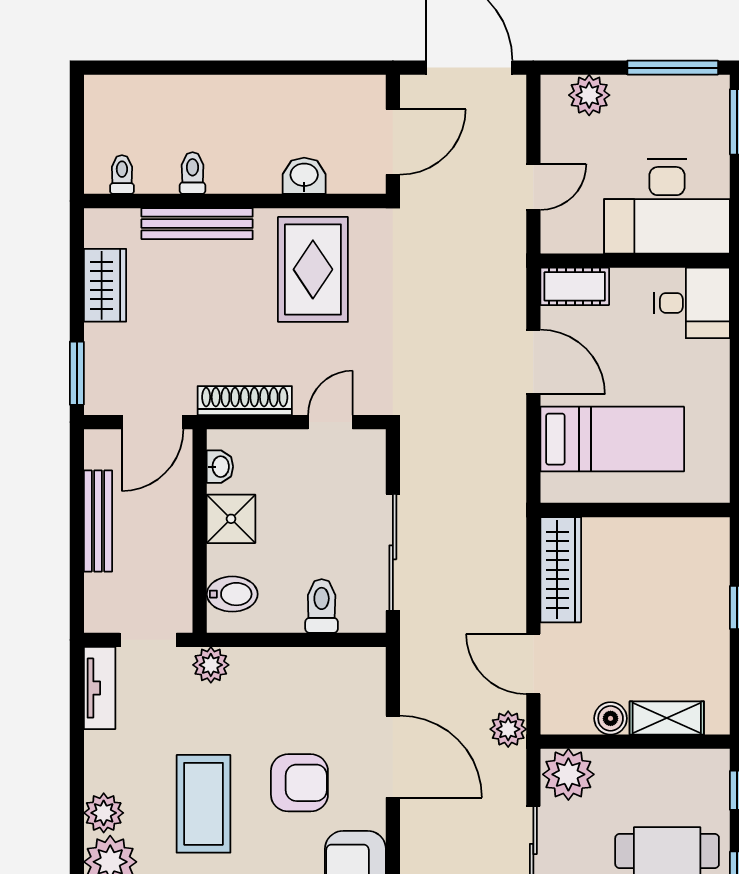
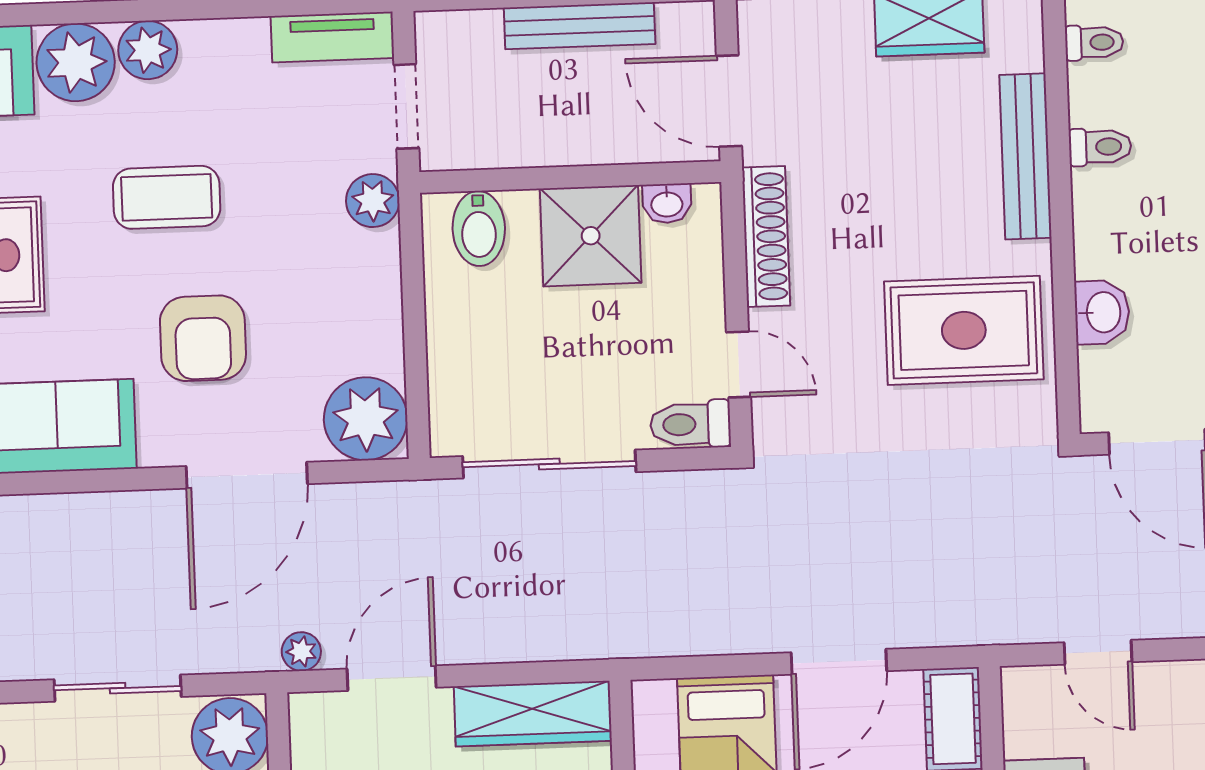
shower: (231, 519) -> (591, 236), width x1.36, depth x1.36
toilet: (322, 606) -> (691, 424), moved, turned 180
plant: (358, 675) -> (366, 419), added
plant: (508, 729) -> (301, 652), width x0.73, depth x0.73
coffee table: (204, 804) -> (167, 197), width x0.73, depth x0.76

